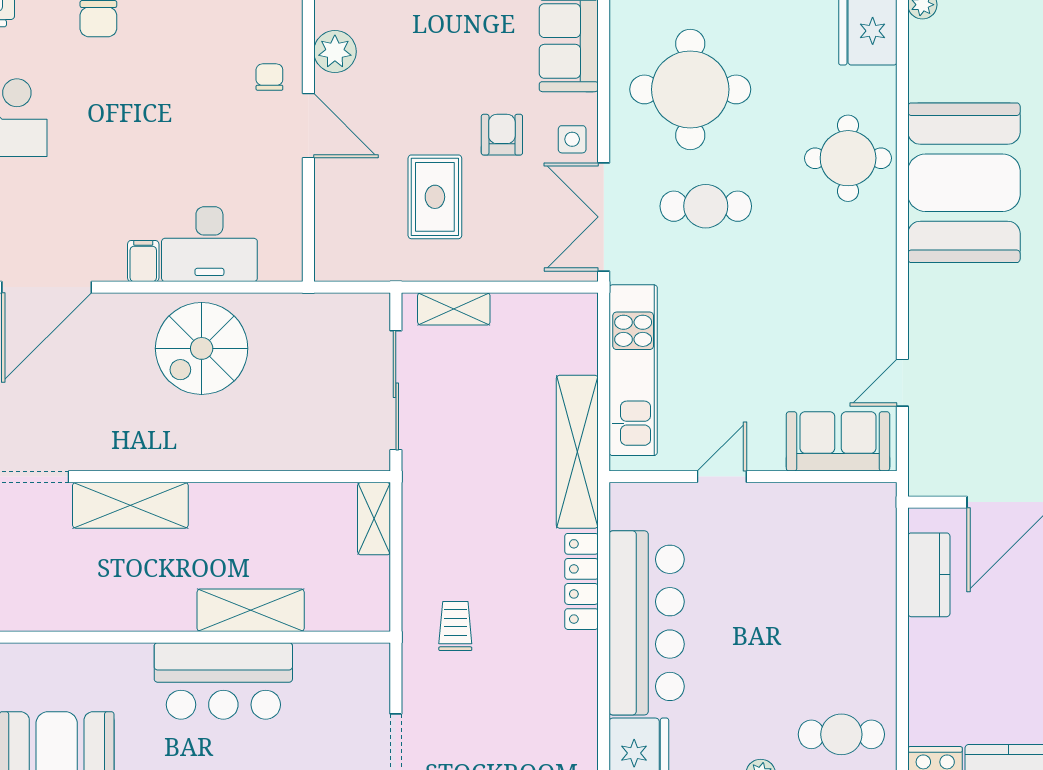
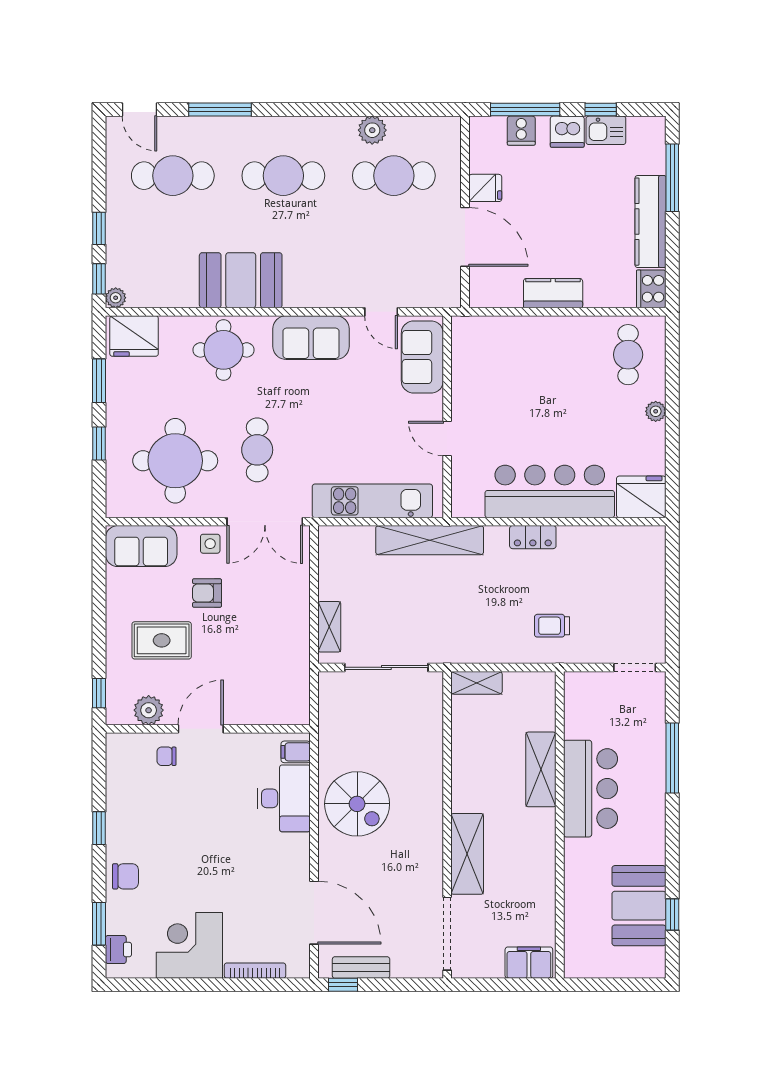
booth: (964, 183) -> (241, 280), width x0.73, depth x0.70
rug: (435, 197) -> (162, 640), moved
filing cabinet: (143, 261) -> (296, 752), moved
sofa: (866, 283) -> (311, 338), added
kitchen counter: (929, 575) -> (553, 293), moved
locker: (582, 581) -> (533, 537), width x0.66

